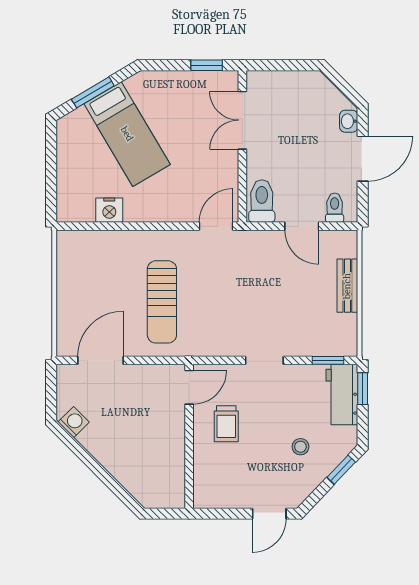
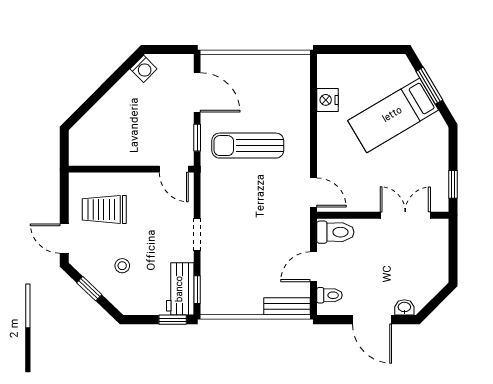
bench: (347, 286) -> (287, 306), moved
window: (153, 360) -> (197, 138), added
workbench: (342, 395) -> (180, 289), moved, turned -90
trolley: (226, 424) -> (104, 209), moved, width x1.36, depth x1.39
window: (341, 470) -> (89, 289), moved

